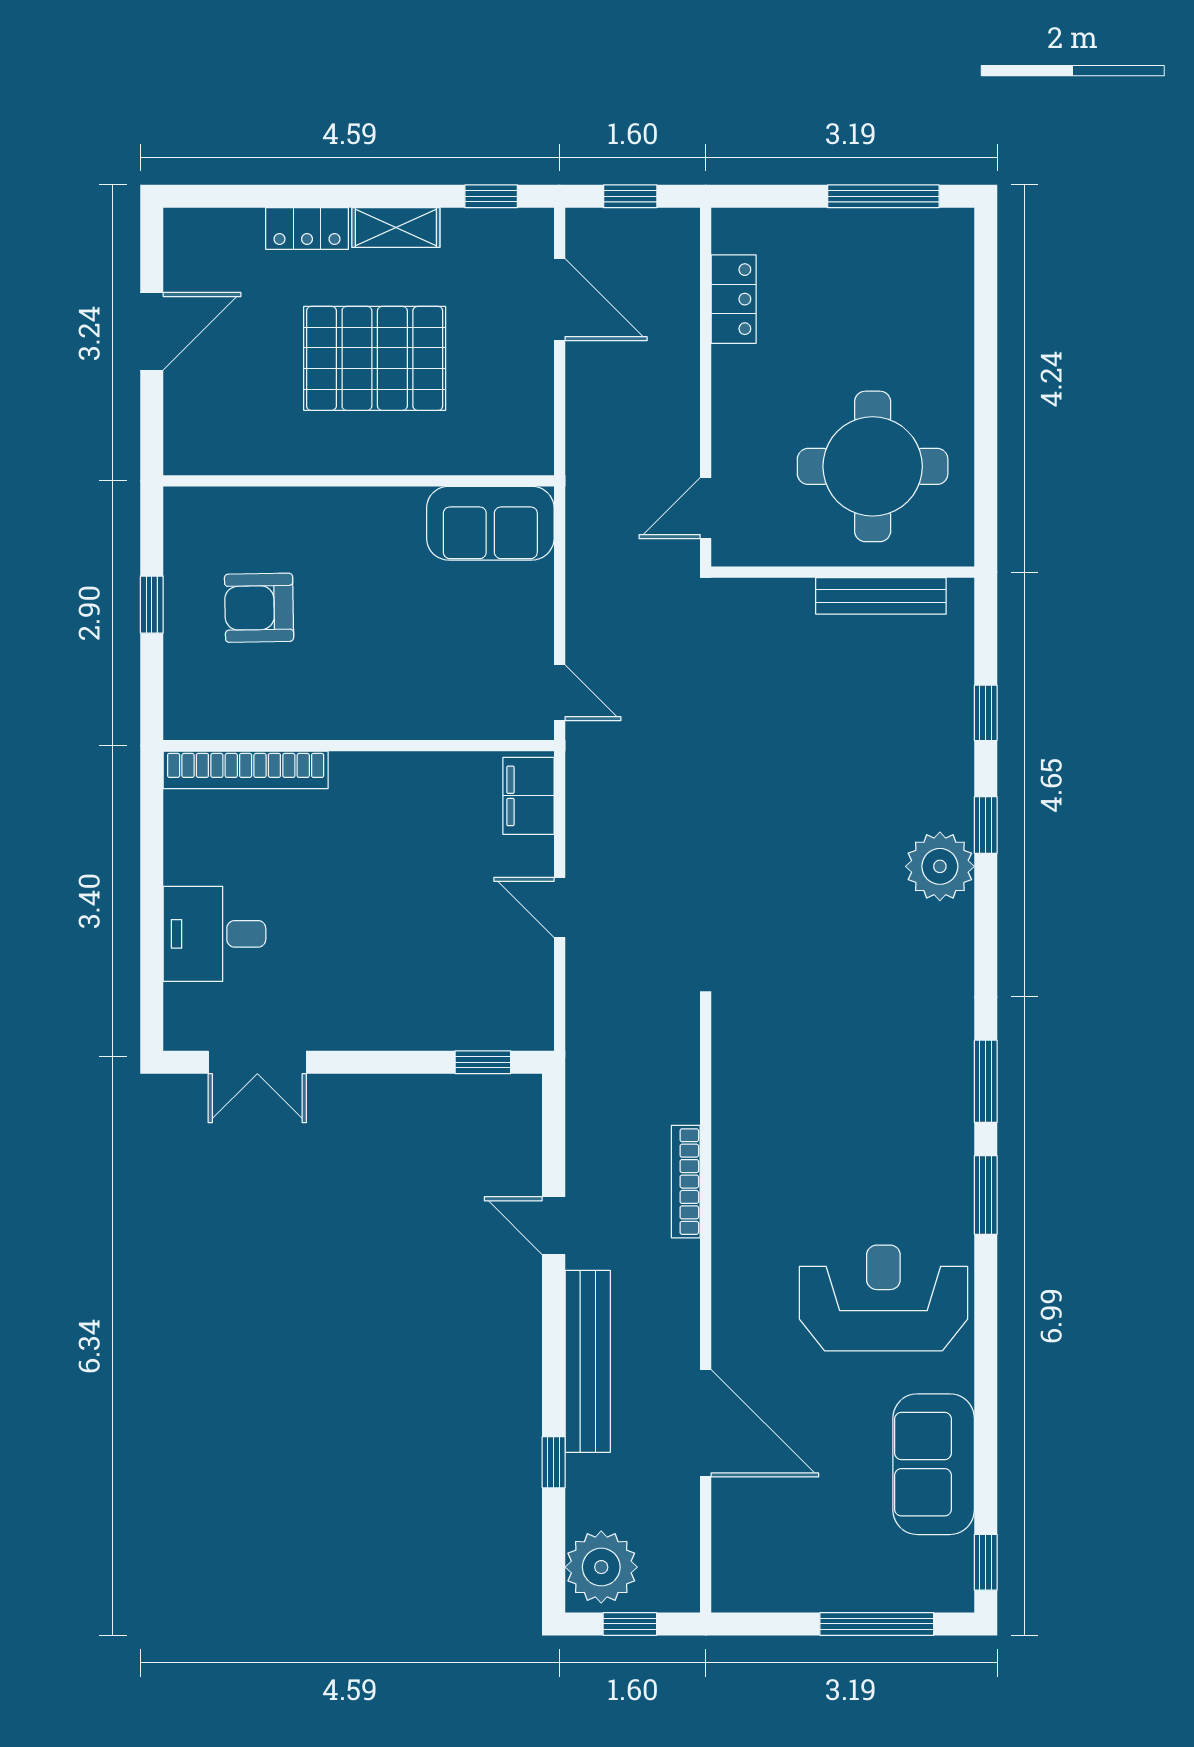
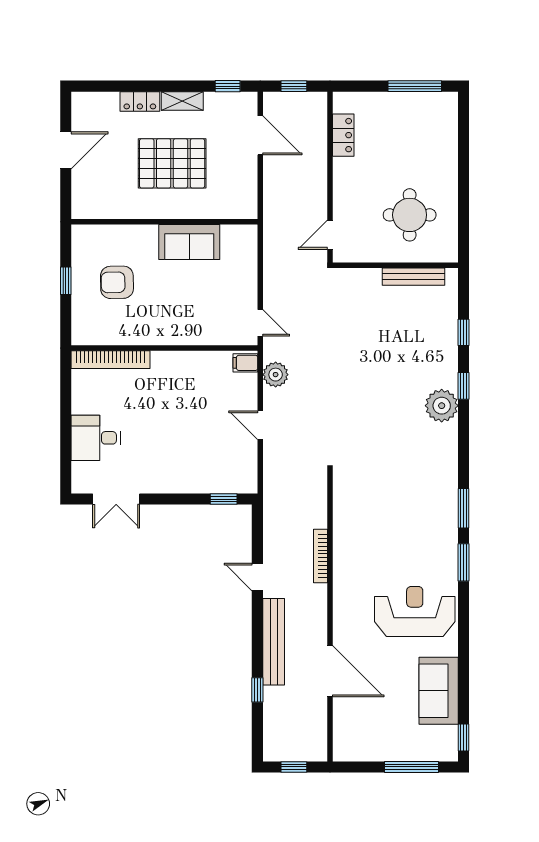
round table: (873, 466) -> (410, 215), width x0.73, depth x0.73
sofa: (490, 523) -> (189, 242), moved
filing cabinet: (528, 796) -> (245, 363), width x0.50
plant: (601, 1567) -> (276, 375), moved, width x0.73, depth x0.73

